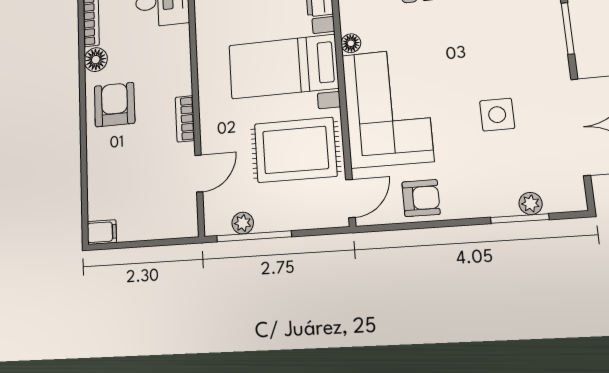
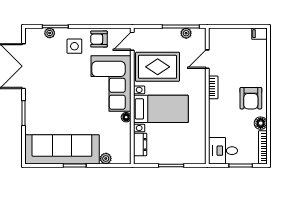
side table: (497, 115) -> (74, 46), moved

